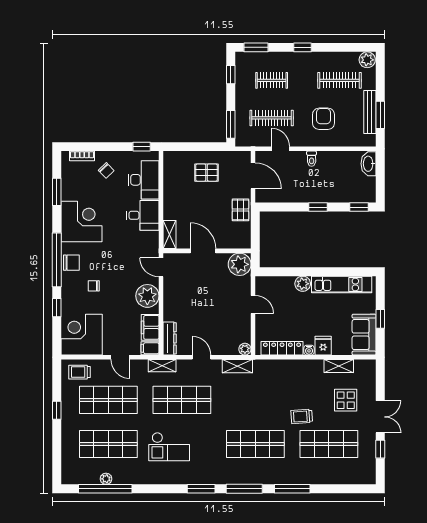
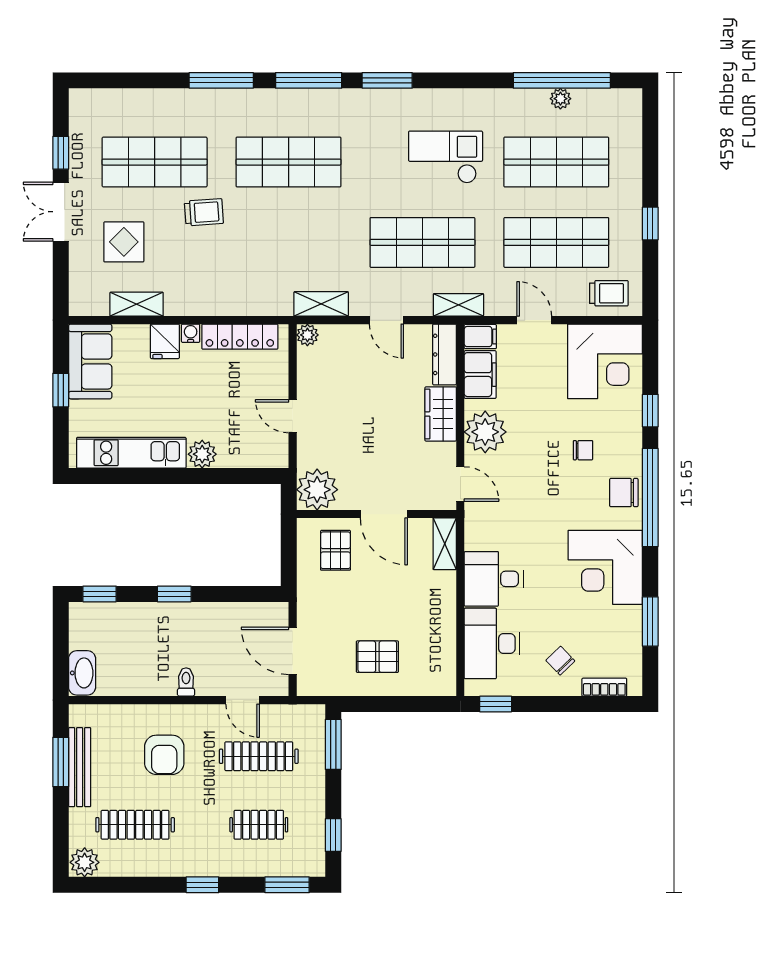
pallet: (240, 210) -> (335, 550), moved
wardrobe: (172, 306) -> (441, 414), added

